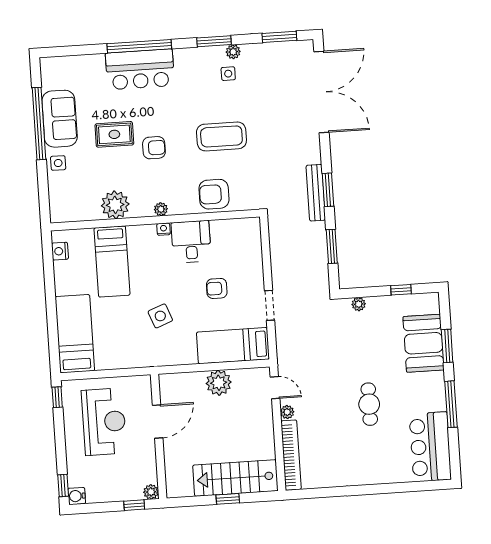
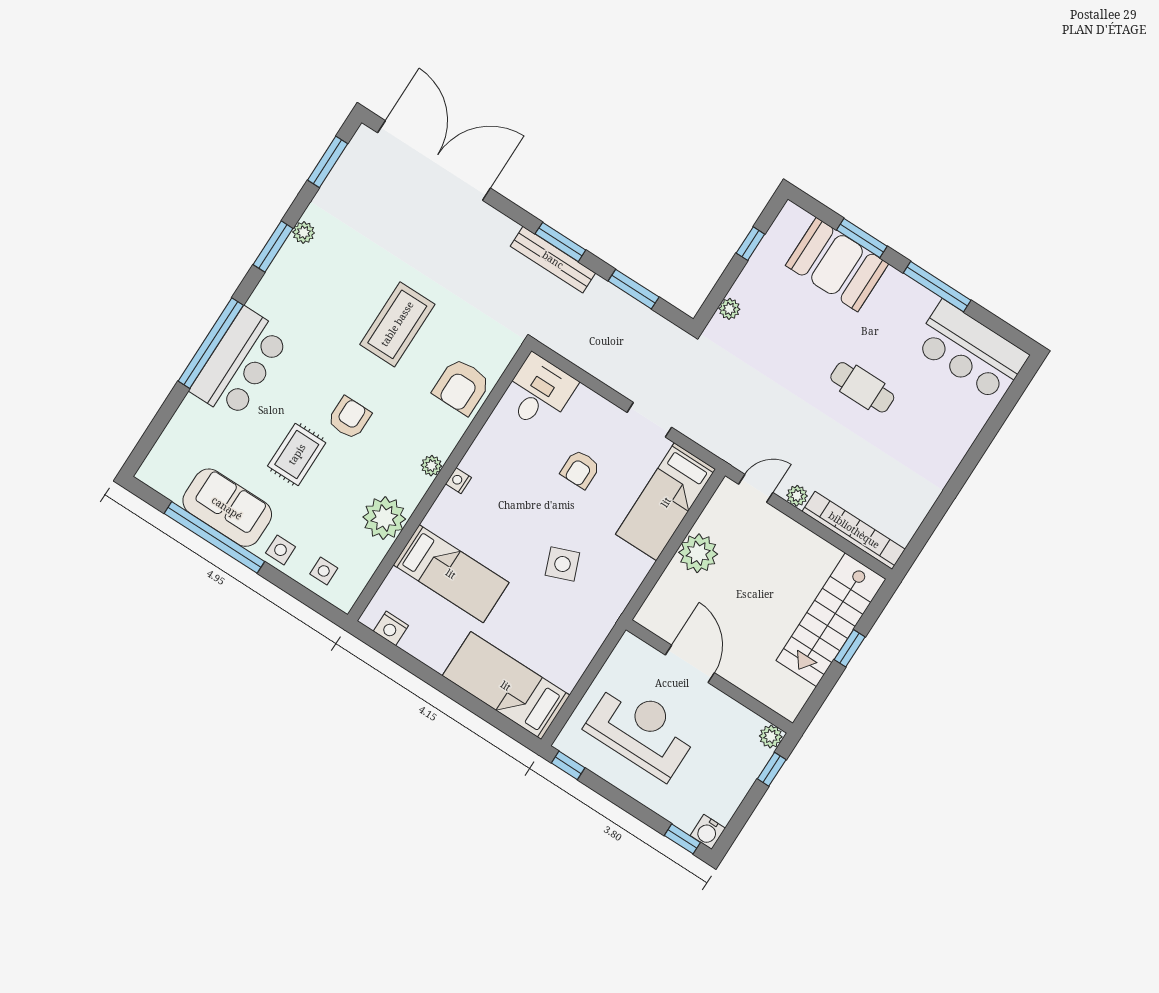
side table: (228, 74) -> (324, 571), moved
desk: (191, 242) -> (539, 392), moved, turned 90

